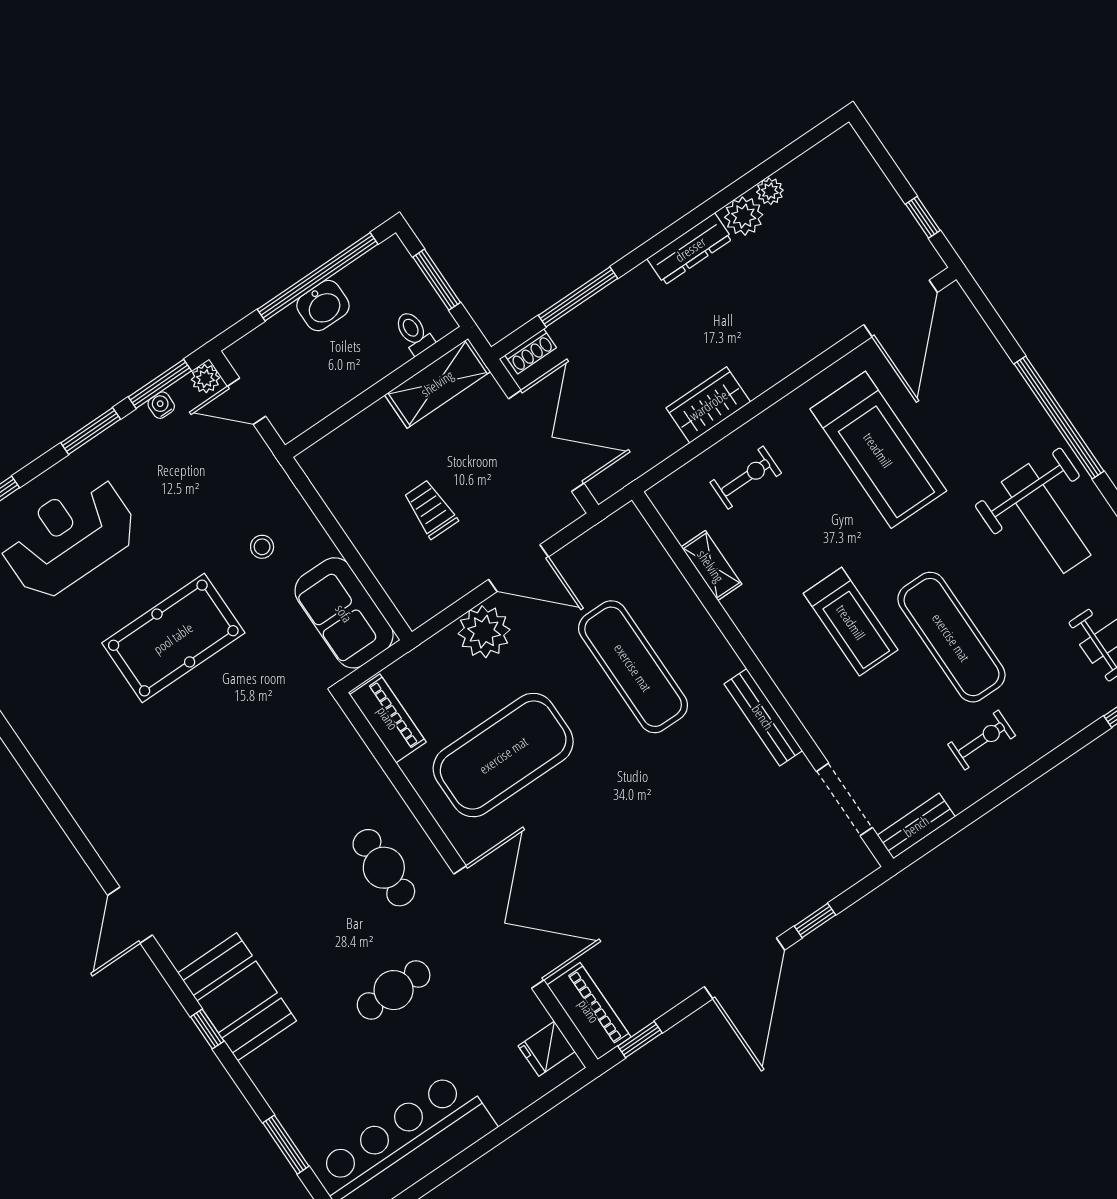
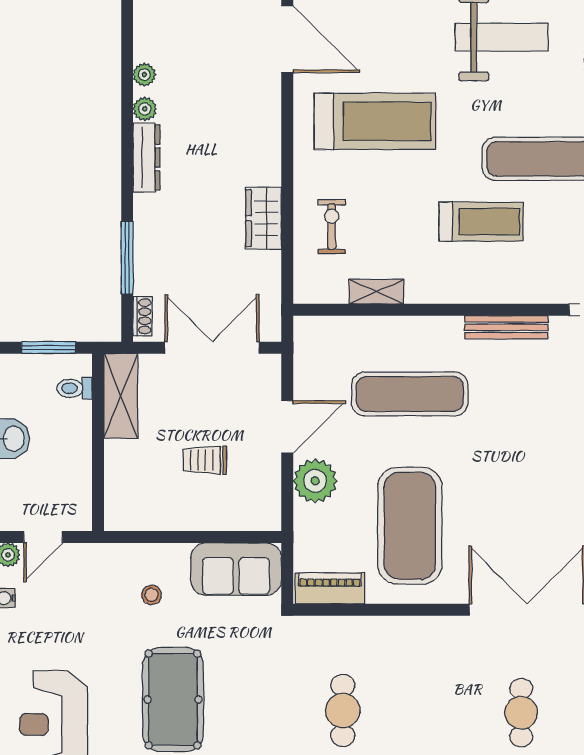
plant: (744, 216) -> (145, 109), width x0.73, depth x0.73
cafe table: (384, 868) -> (343, 710), moved, turned 90

